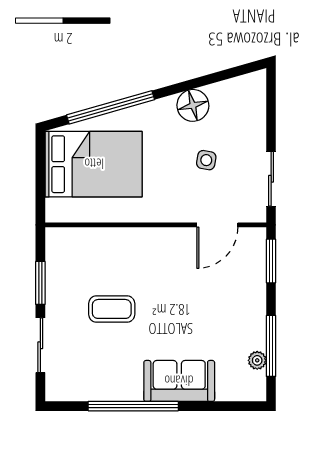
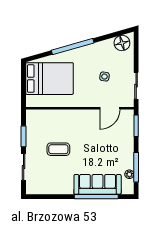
floor lamp: (193, 105) -> (122, 43), moved
window: (110, 107) -> (73, 47), moved
sofa: (179, 381) -> (98, 184), width x1.36
window: (133, 406) -> (96, 197), moved

